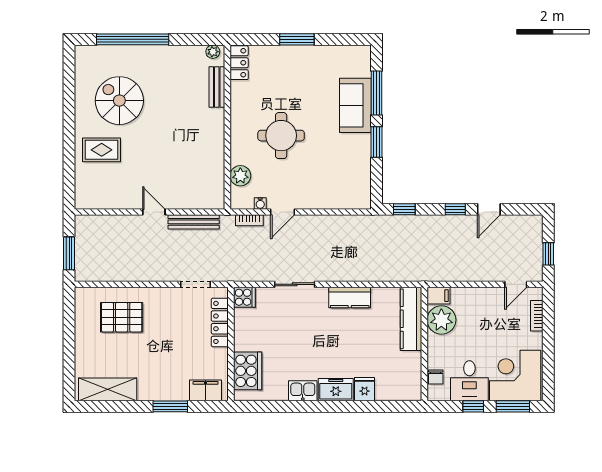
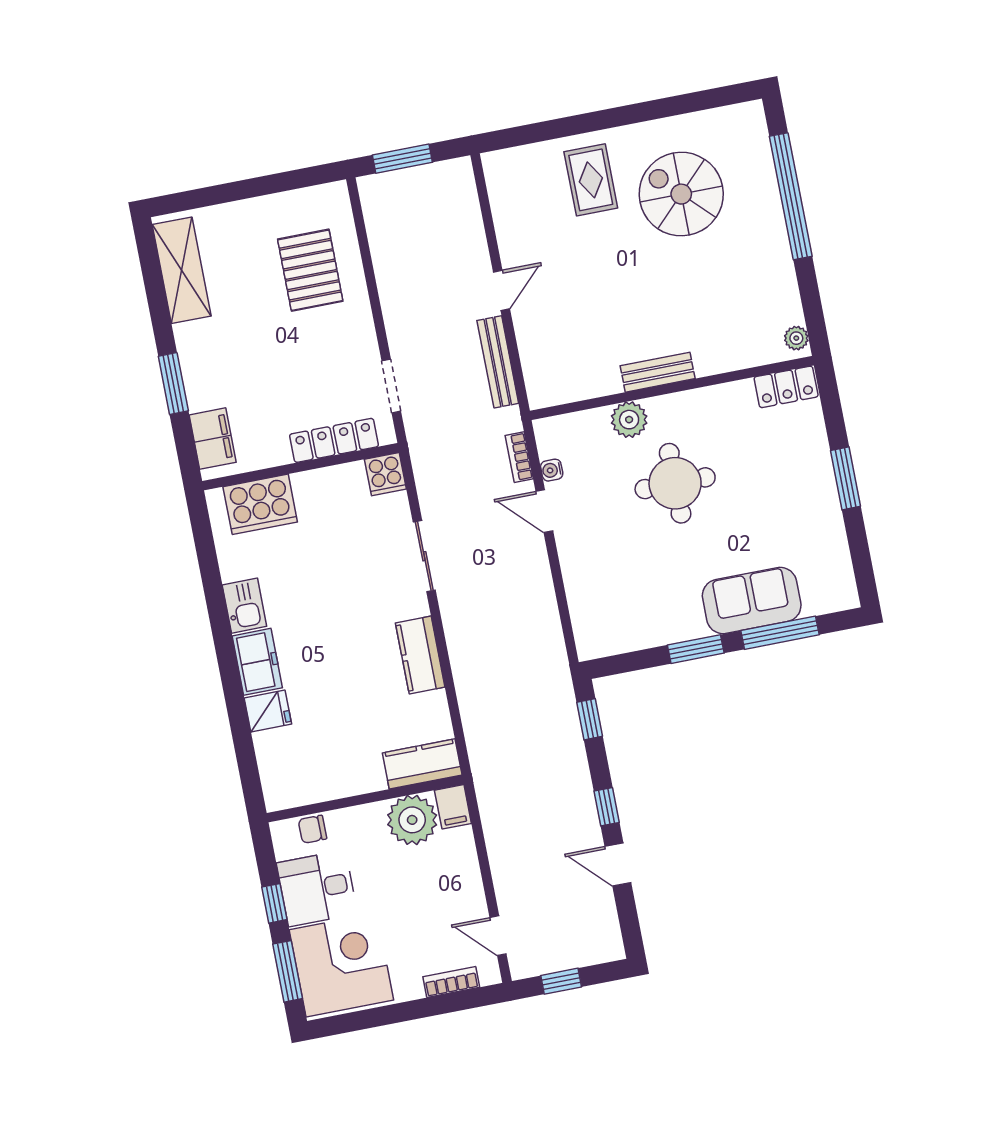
bench: (217, 87) -> (658, 372), moved
spiral stairs: (119, 101) -> (681, 194), turned -90
plant: (240, 176) -> (629, 420), moved
kitchen counter: (411, 319) -> (422, 764), width x0.67

